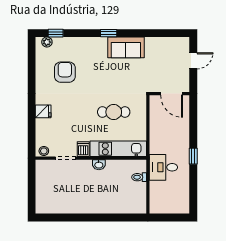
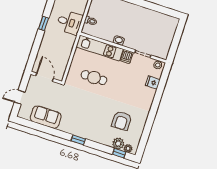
plant: (60, 44) -> (118, 143), added
sofa: (126, 47) -> (46, 117), moved
fridge: (43, 111) -> (153, 82), moved

